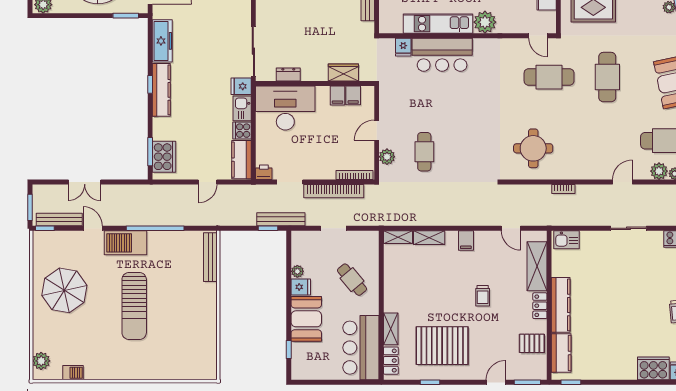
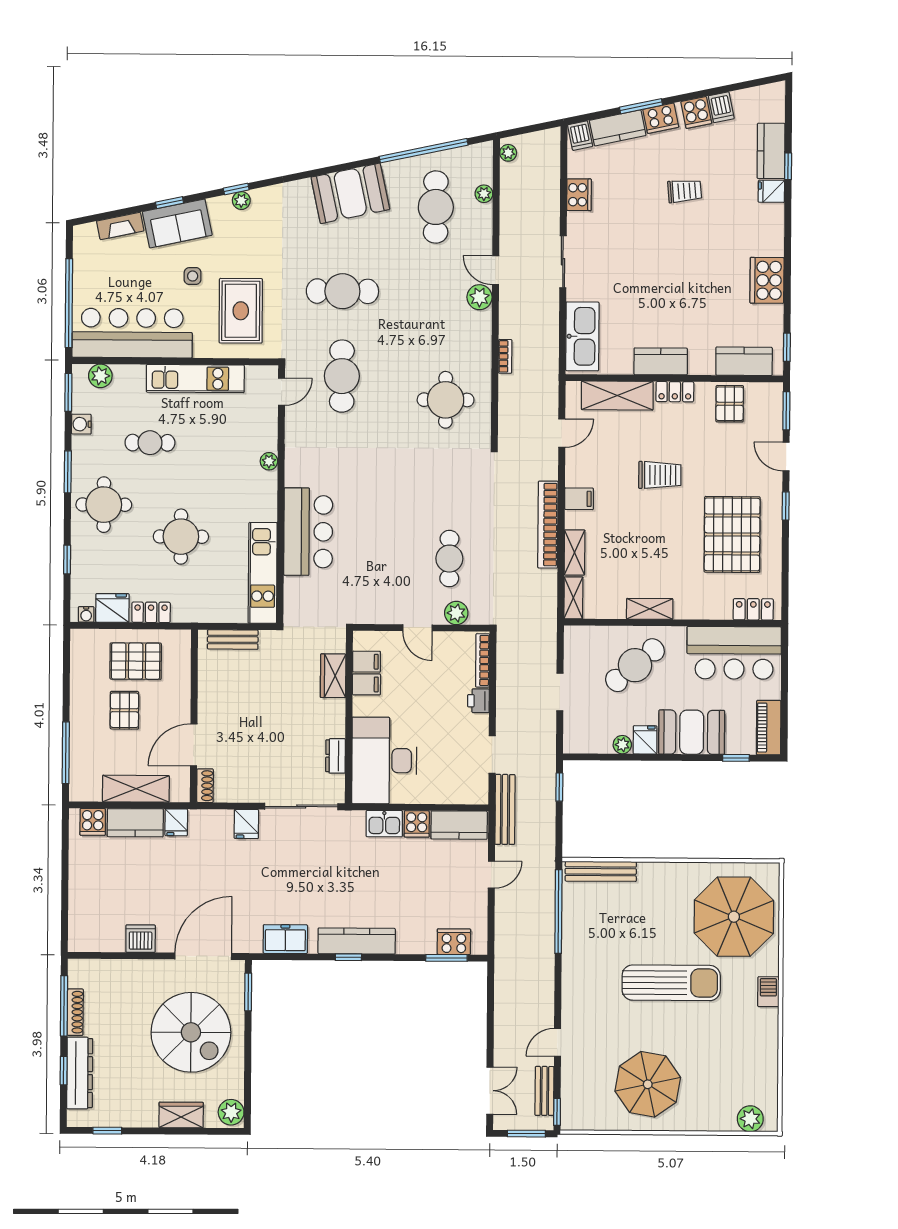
plant: (485, 22) -> (269, 461), width x0.53, depth x0.53
kitchen unit: (438, 24) -> (263, 573), moved
freezer: (162, 41) -> (285, 939), width x0.71
fridge: (403, 47) -> (297, 588), removed
fridge: (241, 86) -> (246, 824), moved
cafe table: (424, 152) -> (449, 559), turned 90
cooker: (164, 157) -> (454, 942), width x0.73, depth x0.76
plant: (659, 171) -> (479, 297), moved
printer: (264, 172) -> (478, 701), moved
double door: (85, 182) -> (490, 1091), moved
door: (208, 182) -> (491, 875), hinge flipped
bookcase: (334, 191) -> (548, 525), moved, turned 180
bench: (281, 219) -> (505, 809), moved
bench: (59, 220) -> (544, 1091), width x0.73
window: (155, 228) -> (558, 912), moved
kitchen sink: (566, 240) -> (582, 336), width x1.88, depth x1.24
barbecue: (126, 243) -> (579, 995), removed
cafe table: (352, 280) -> (635, 665), width x1.37, depth x1.35
trolley: (483, 296) -> (660, 475), width x1.36, depth x1.39
kitchen counter: (561, 305) -> (661, 361), width x0.67
shelving: (391, 329) -> (650, 609), moved
parasol: (180, 349) -> (734, 917), added
cooker: (653, 368) -> (767, 280), moved
piano: (310, 372) -> (769, 728), added
barbecue: (73, 373) -> (768, 992), moved
window: (430, 382) -> (786, 506), moved

